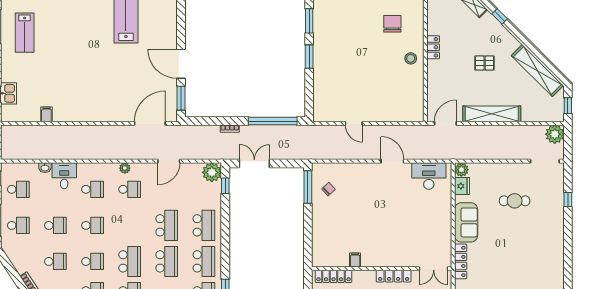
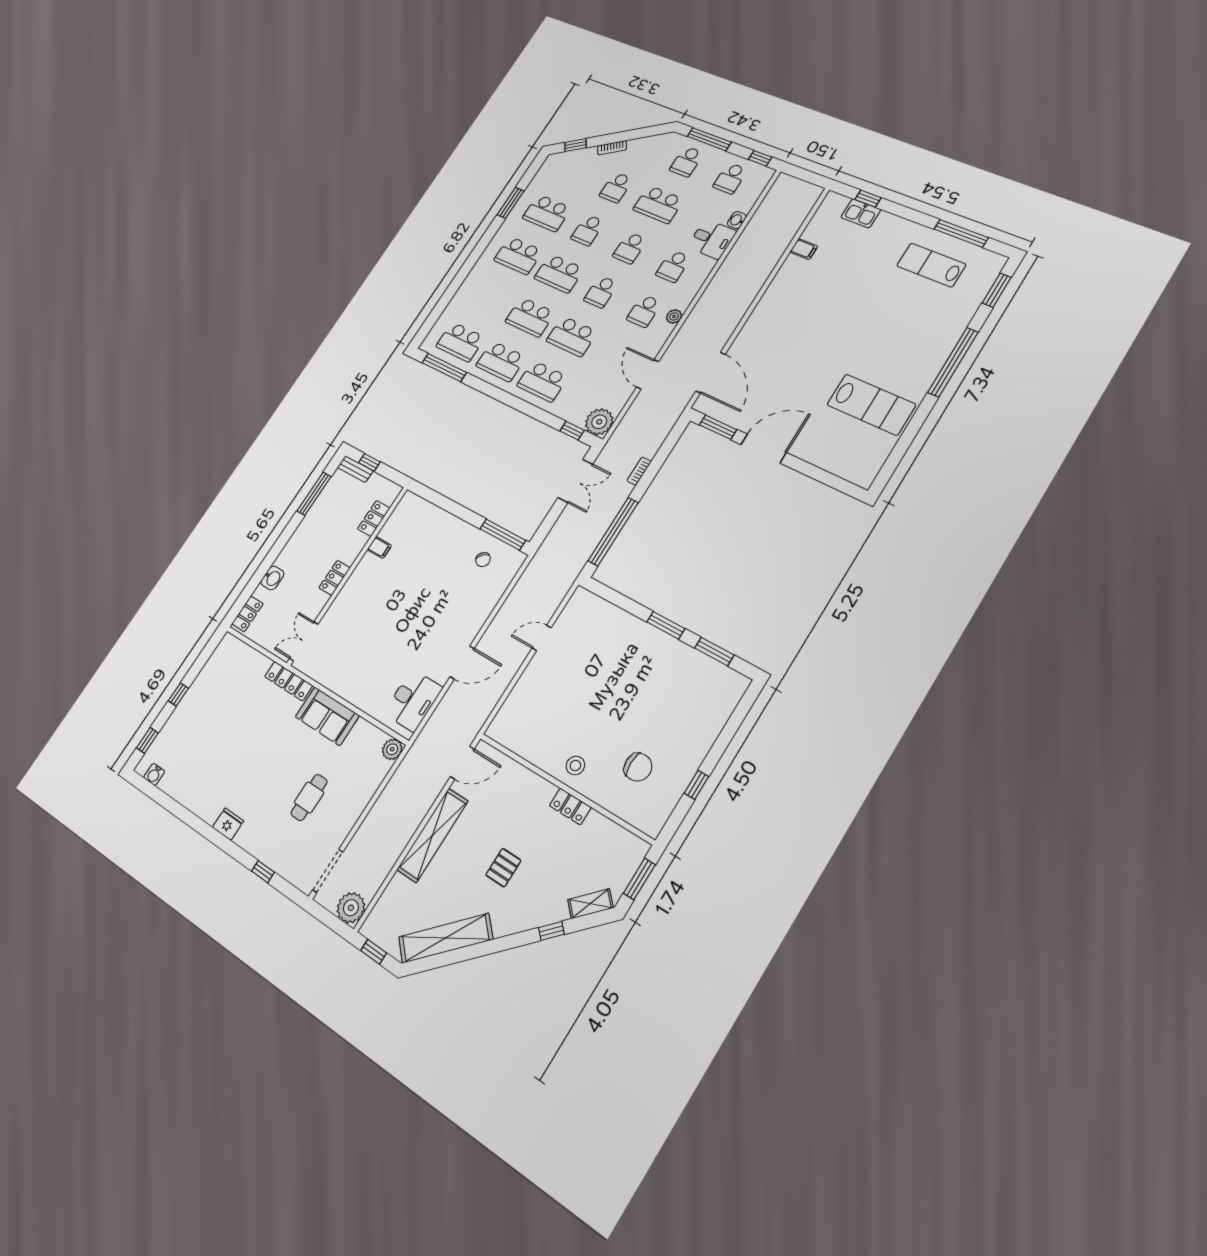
door: (445, 123) -> (462, 763), hinge flipped
fridge: (462, 186) -> (228, 824), moved, turned 180
school desk: (55, 225) -> (658, 204), width x1.85
school desk: (130, 225) -> (601, 292), added
locker: (334, 276) -> (374, 518), width x0.66
locker: (394, 276) -> (335, 578), width x0.66

